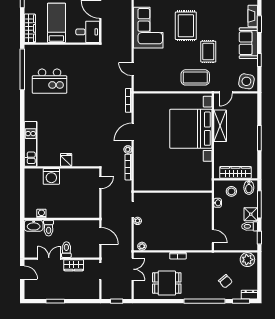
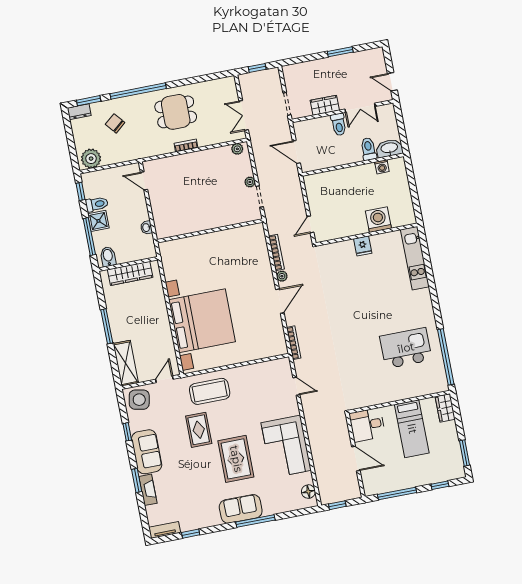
wardrobe: (30, 28) -> (445, 408), width x0.67
shelving: (220, 126) -> (126, 363), moved
stool: (231, 191) -> (131, 247), removed
dining table: (167, 283) -> (176, 112), moved

